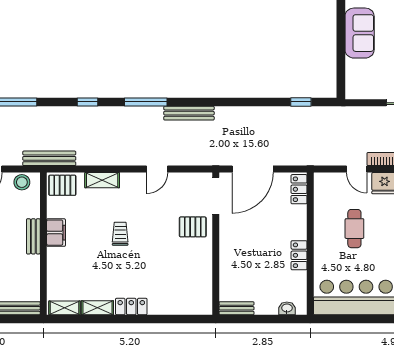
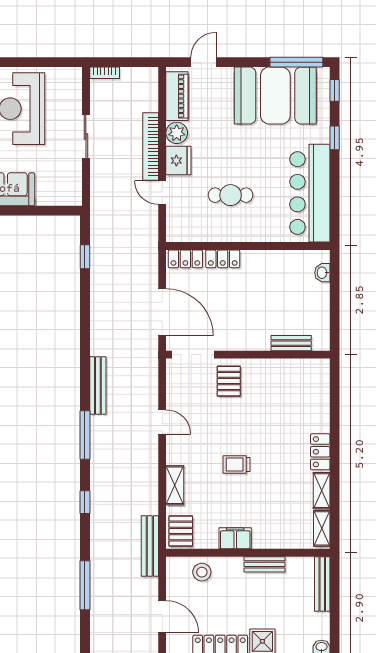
door: (357, 169) -> (162, 193), swing flipped
stool: (22, 182) -> (202, 572), moved
bench: (33, 236) -> (265, 564), moved
locker: (299, 255) -> (223, 259), moved
bench: (236, 308) -> (291, 343), moved, turned 90

